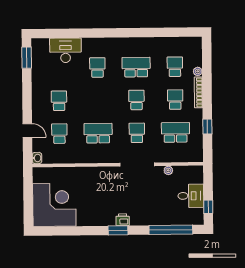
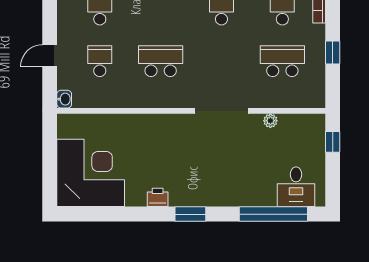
door: (27, 131) -> (50, 56), swing flipped
school desk: (137, 133) -> (221, 61), removed
desk: (191, 196) -> (296, 187), moved, turned 90
window: (208, 207) -> (333, 142), moved
printer: (123, 220) -> (158, 197), moved

